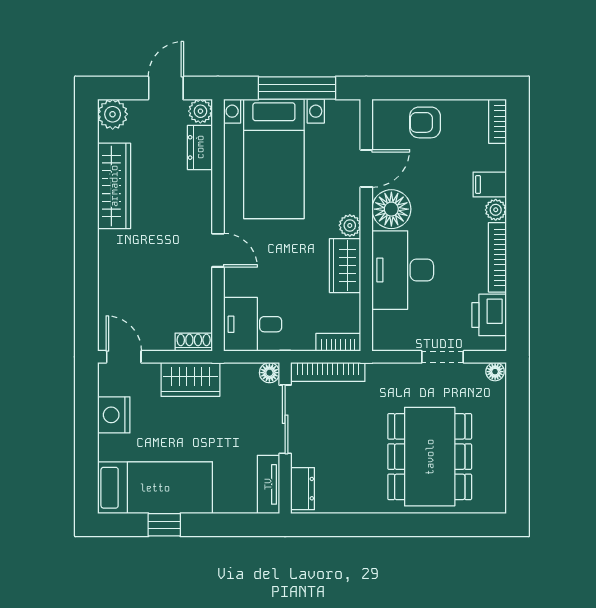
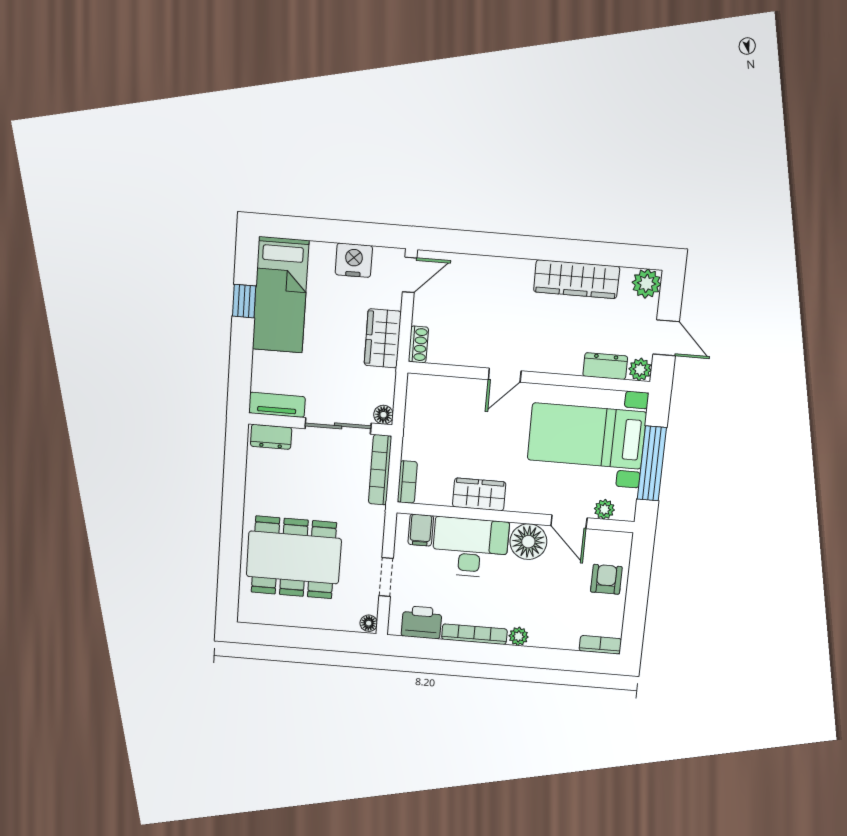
filing cabinet: (490, 185) -> (421, 530), moved, turned 180
plant: (350, 225) -> (604, 509), moved
desk: (253, 324) -> (431, 403), removed

